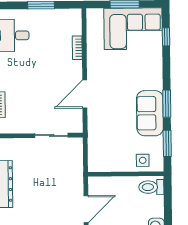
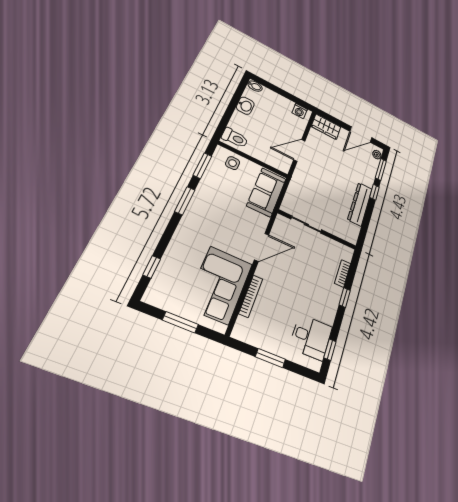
corner sofa: (133, 29) -> (219, 285), moved, turned -90
bookcase: (77, 48) -> (251, 296), width x1.56
sofa: (150, 113) -> (266, 192), moved, turned 180

